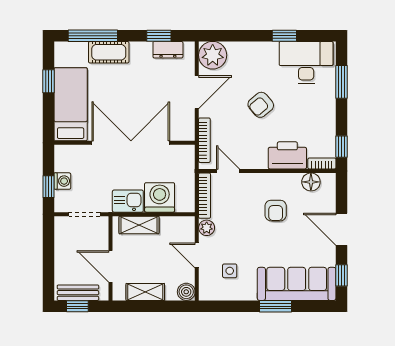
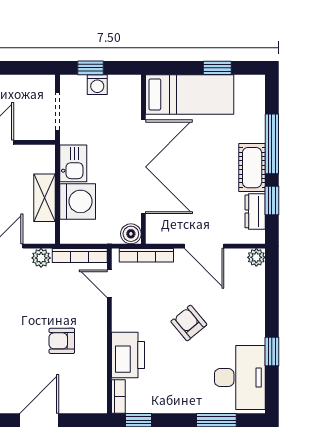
window: (93, 36) -> (272, 144), moved
cot: (109, 52) -> (252, 168), moved
plant: (213, 55) -> (256, 257), width x0.53, depth x0.53
boiler: (187, 153) -> (131, 234), added
door: (228, 171) -> (109, 284), swing flipped
floor lamp: (311, 182) -> (96, 383), removed
shelving: (139, 225) -> (45, 198), moved

